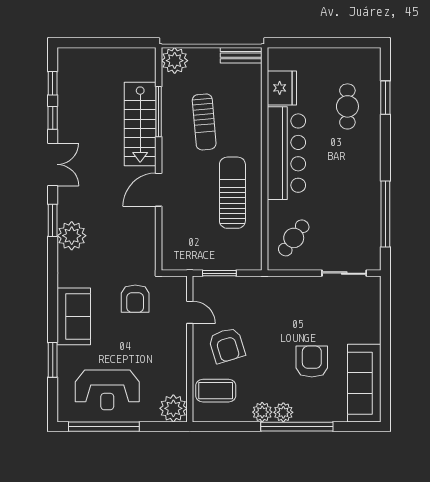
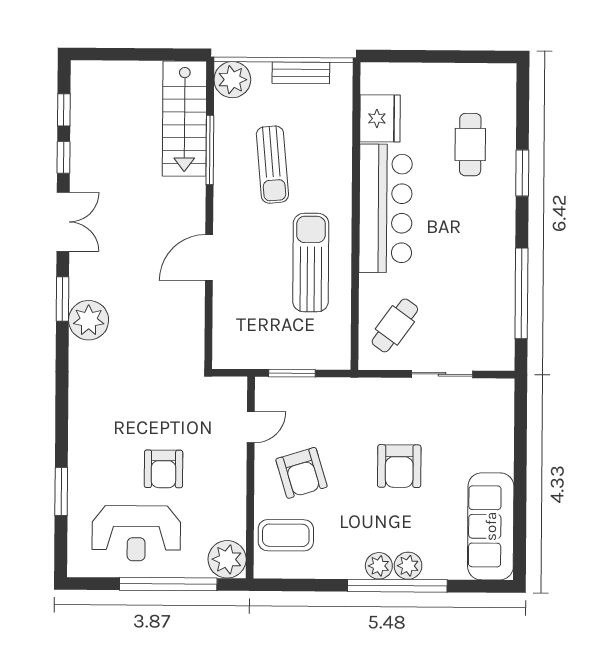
bench: (241, 55) -> (301, 73), moved
window: (385, 98) -> (522, 173), moved
stairs: (140, 124) -> (184, 119), moved
sliding door: (344, 273) -> (442, 374), moved
armchair: (135, 299) -> (163, 469), moved
door: (190, 312) -> (251, 427), hinge flipped
sofa: (74, 316) -> (91, 432), removed
armchair: (312, 362) -> (399, 466), moved, turned 180
plant: (262, 412) -> (408, 566), moved
window: (104, 427) -> (168, 584), moved

